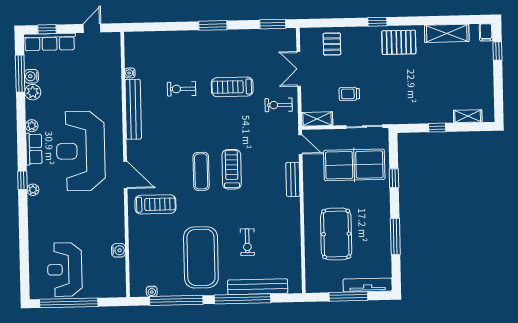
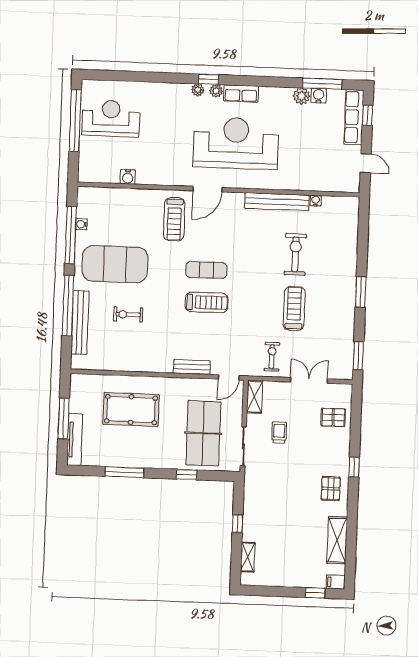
pallet: (399, 42) -> (331, 489), width x0.67, depth x0.71
exercise bike: (181, 89) -> (295, 254), width x1.38, depth x1.39
plant: (32, 126) -> (216, 91), moved
water cooler: (152, 291) -> (81, 224), moved

